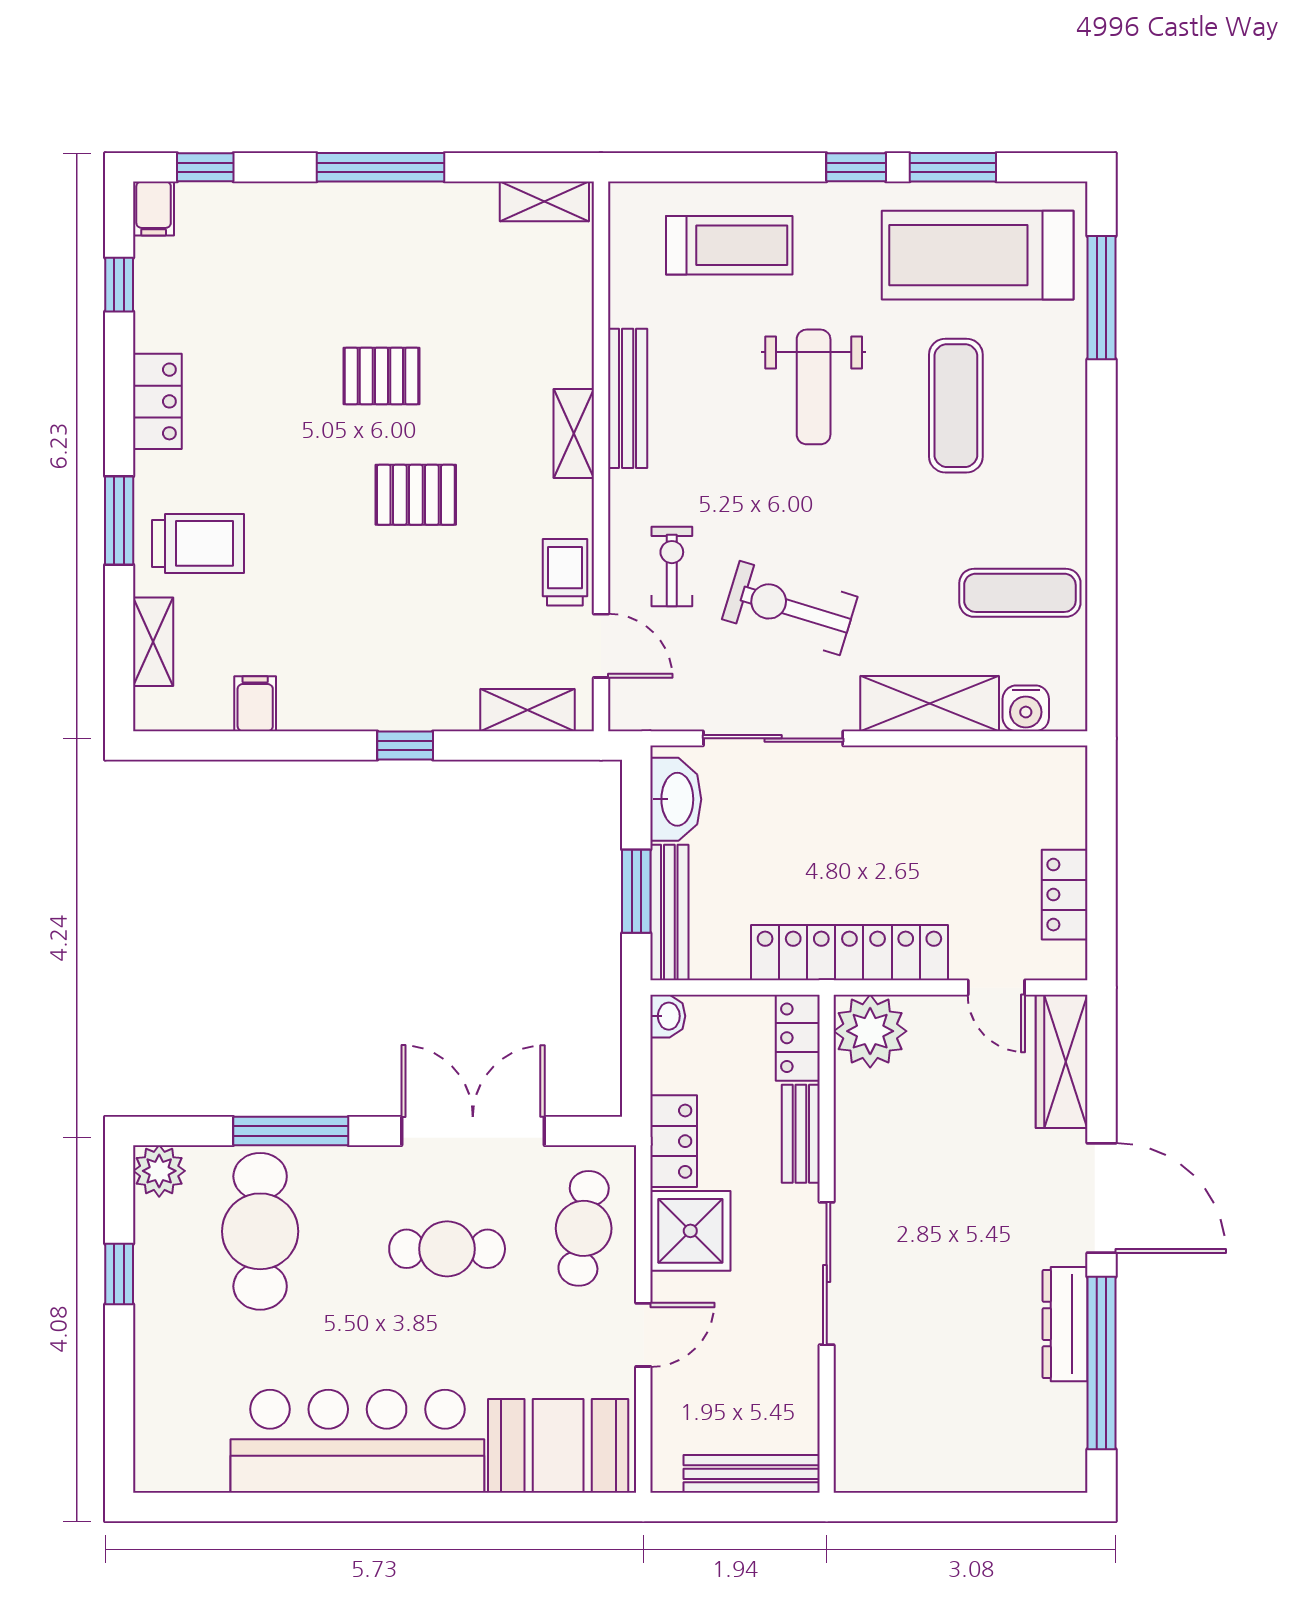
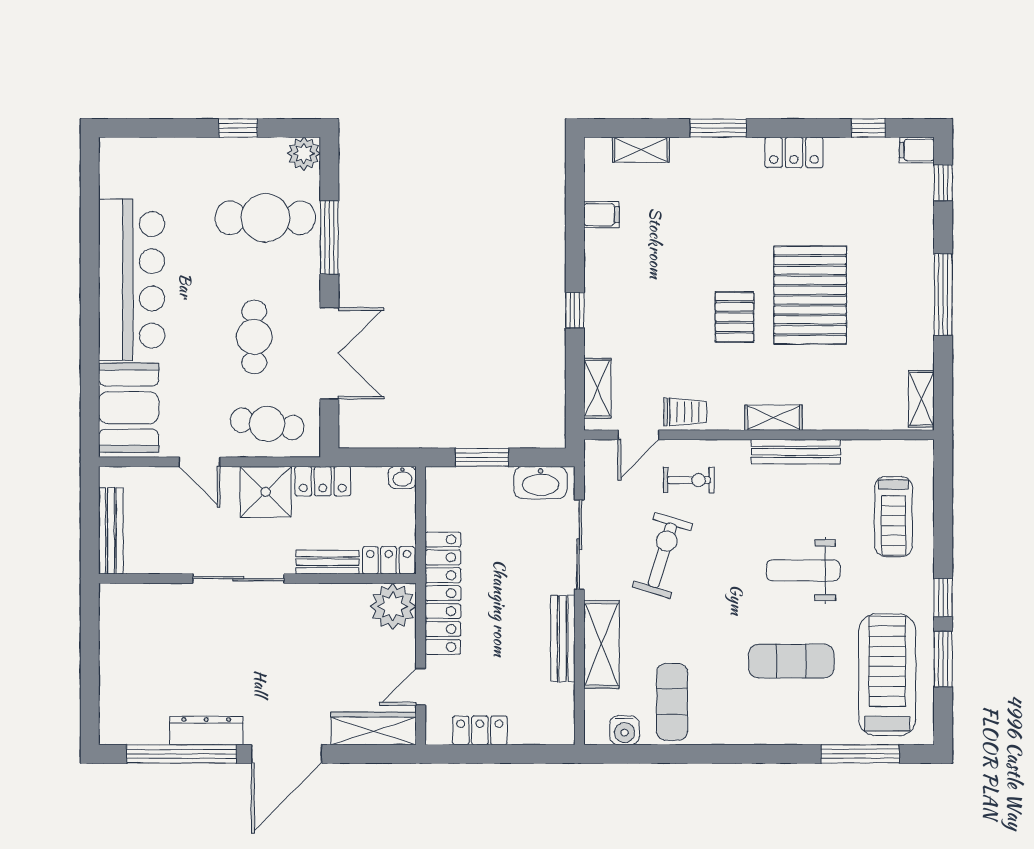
pallet: (381, 376) -> (810, 295), width x2.05, depth x2.00
trolley: (198, 543) -> (703, 178), removed
water cooler: (1026, 708) -> (624, 730), moved, turned -90
bench: (669, 913) -> (563, 639), moved, turned 90

